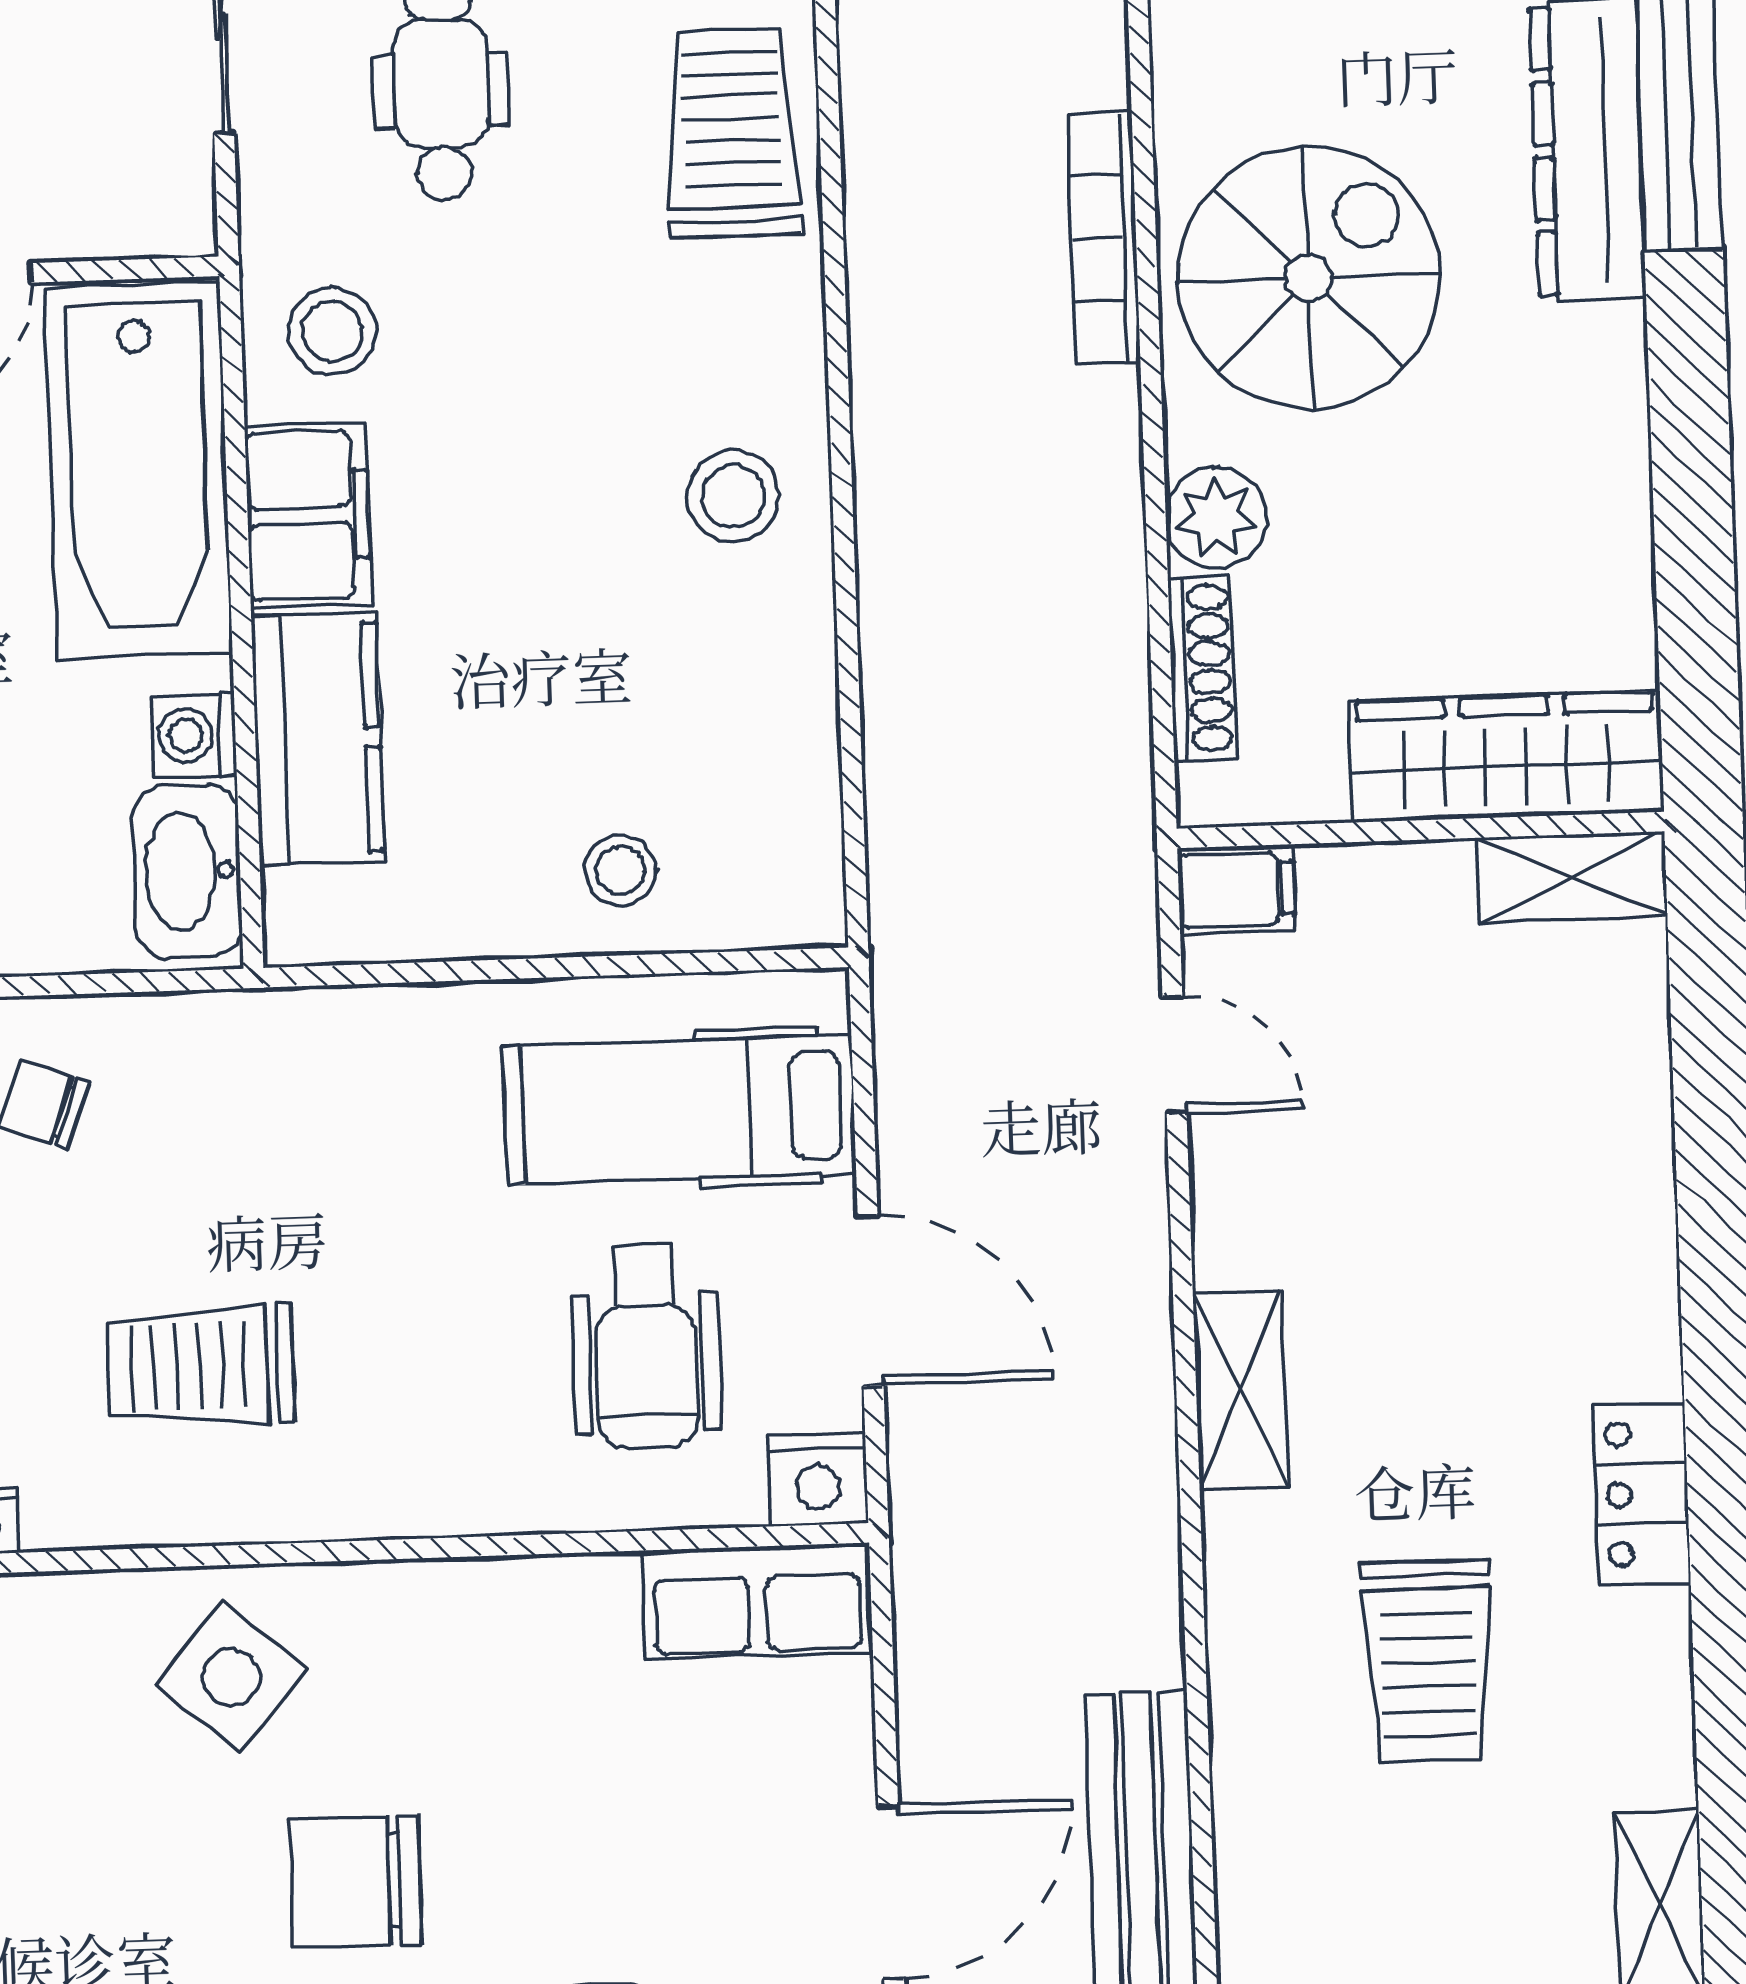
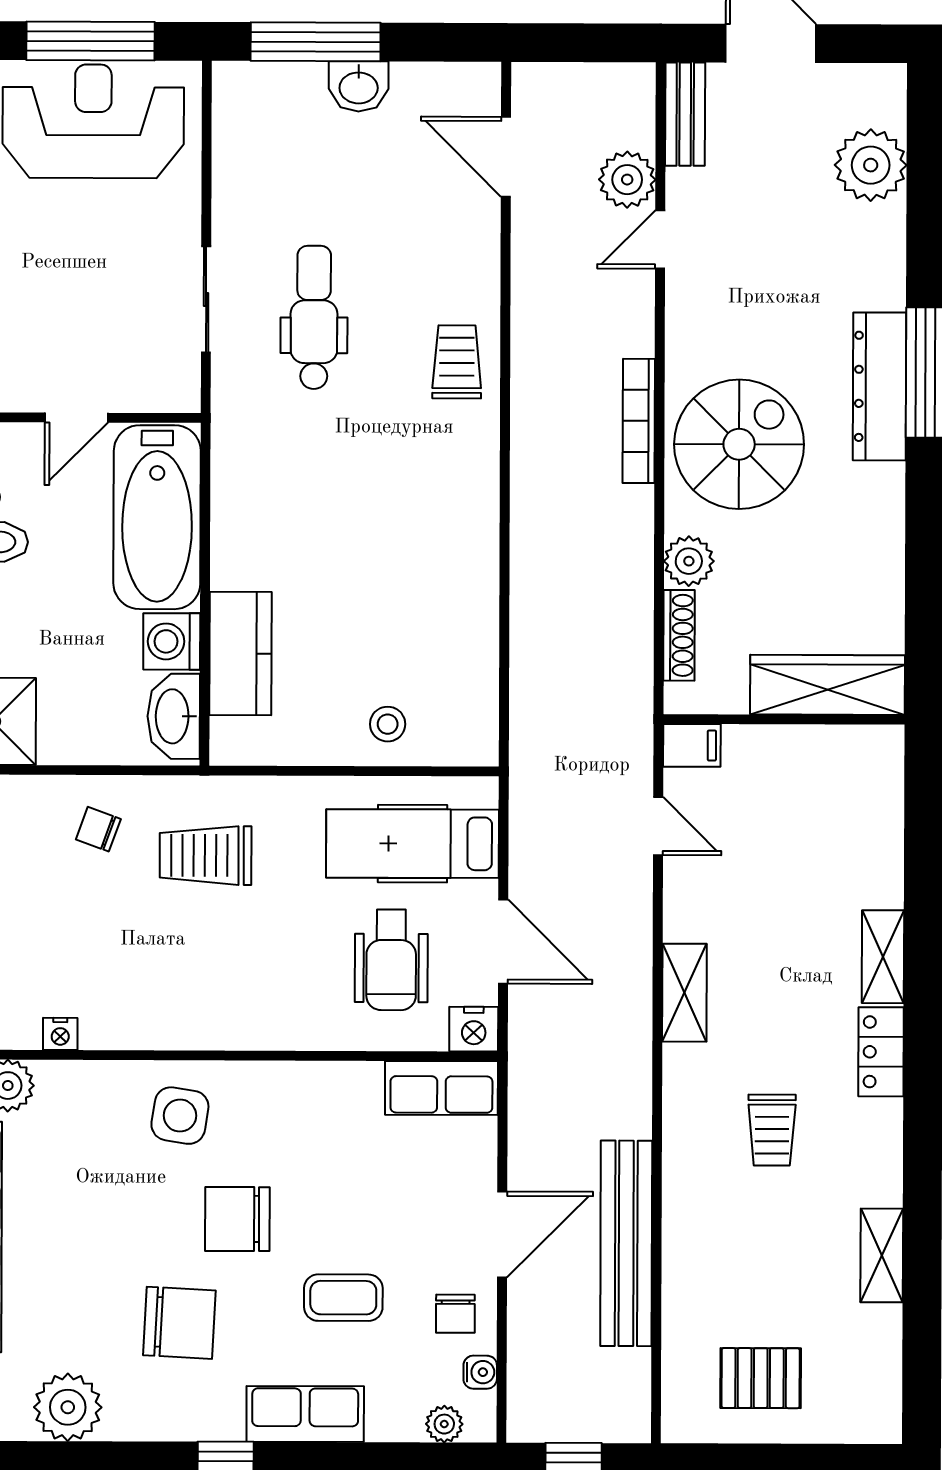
trolley: (732, 133) -> (457, 362), width x0.73, depth x0.72
stool: (332, 331) -> (255, 452), removed
stool: (733, 497) -> (451, 542), removed
filing cabinet: (308, 515) -> (240, 543), removed
washing machine: (194, 735) -> (172, 641), width x1.38, depth x1.38
shelving: (1572, 877) -> (883, 957), moved, turned 90
trolley: (201, 1366) -> (206, 855), moved
trolley: (1428, 1660) -> (772, 1130), width x0.73, depth x0.72
side table: (231, 1677) -> (180, 1116), turned -32

